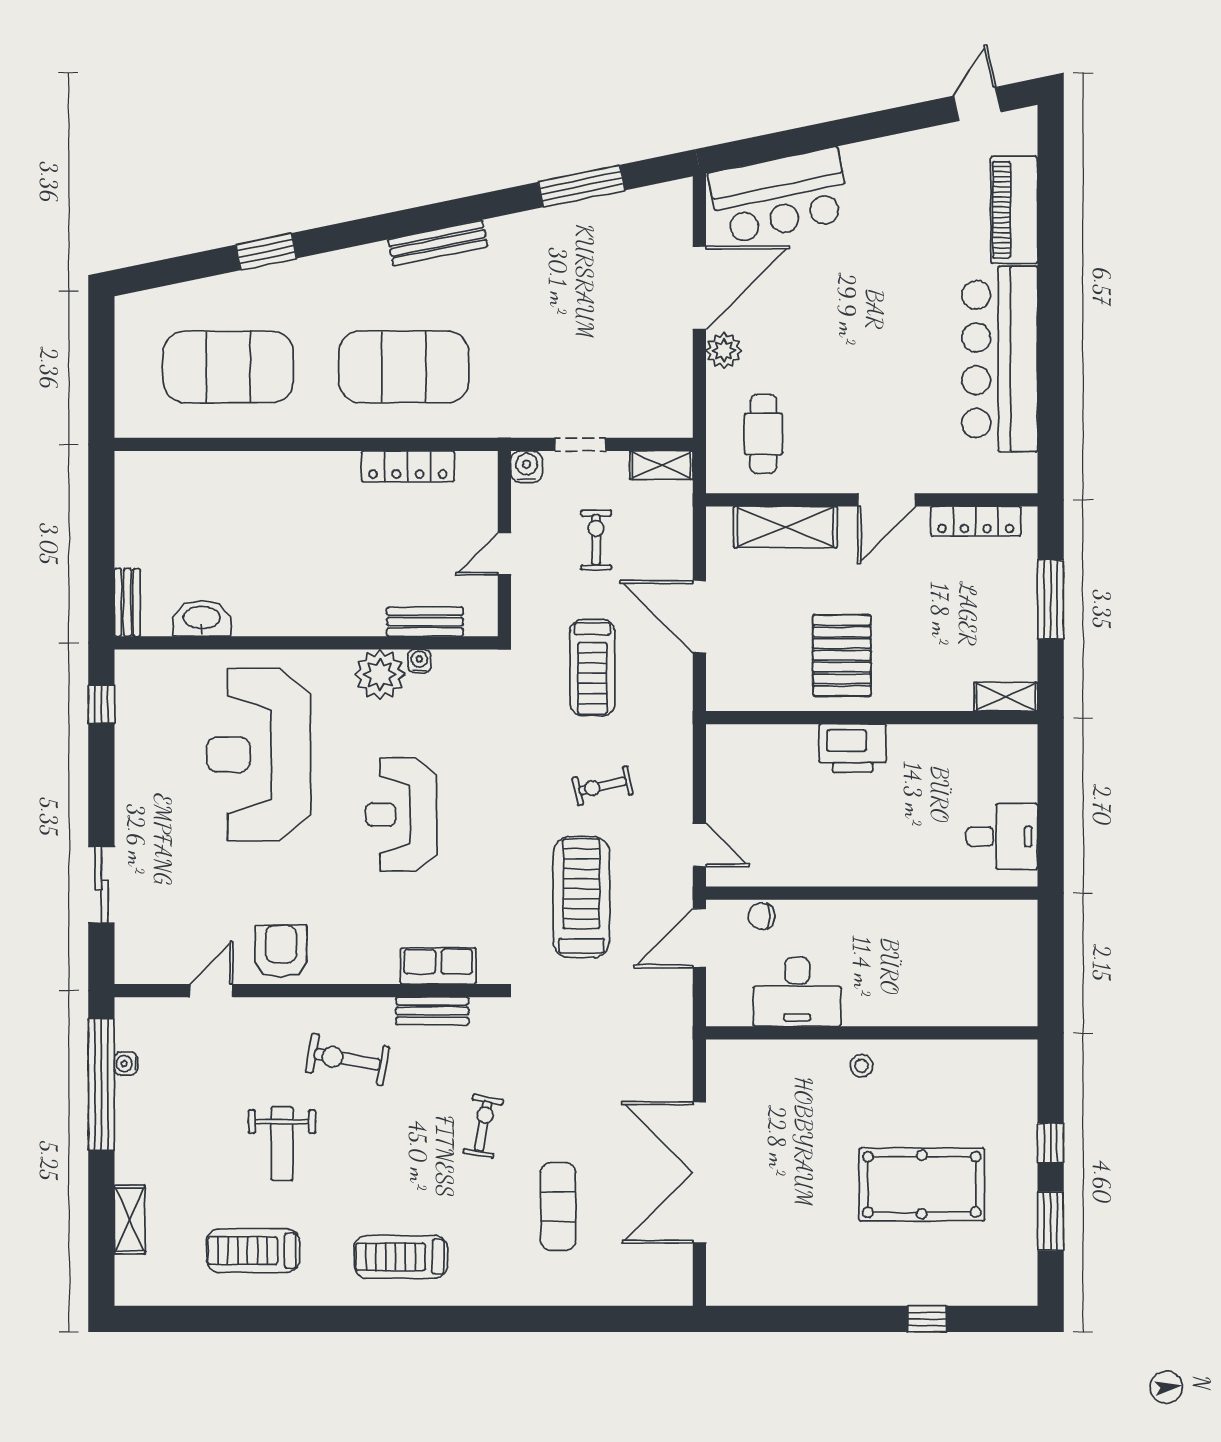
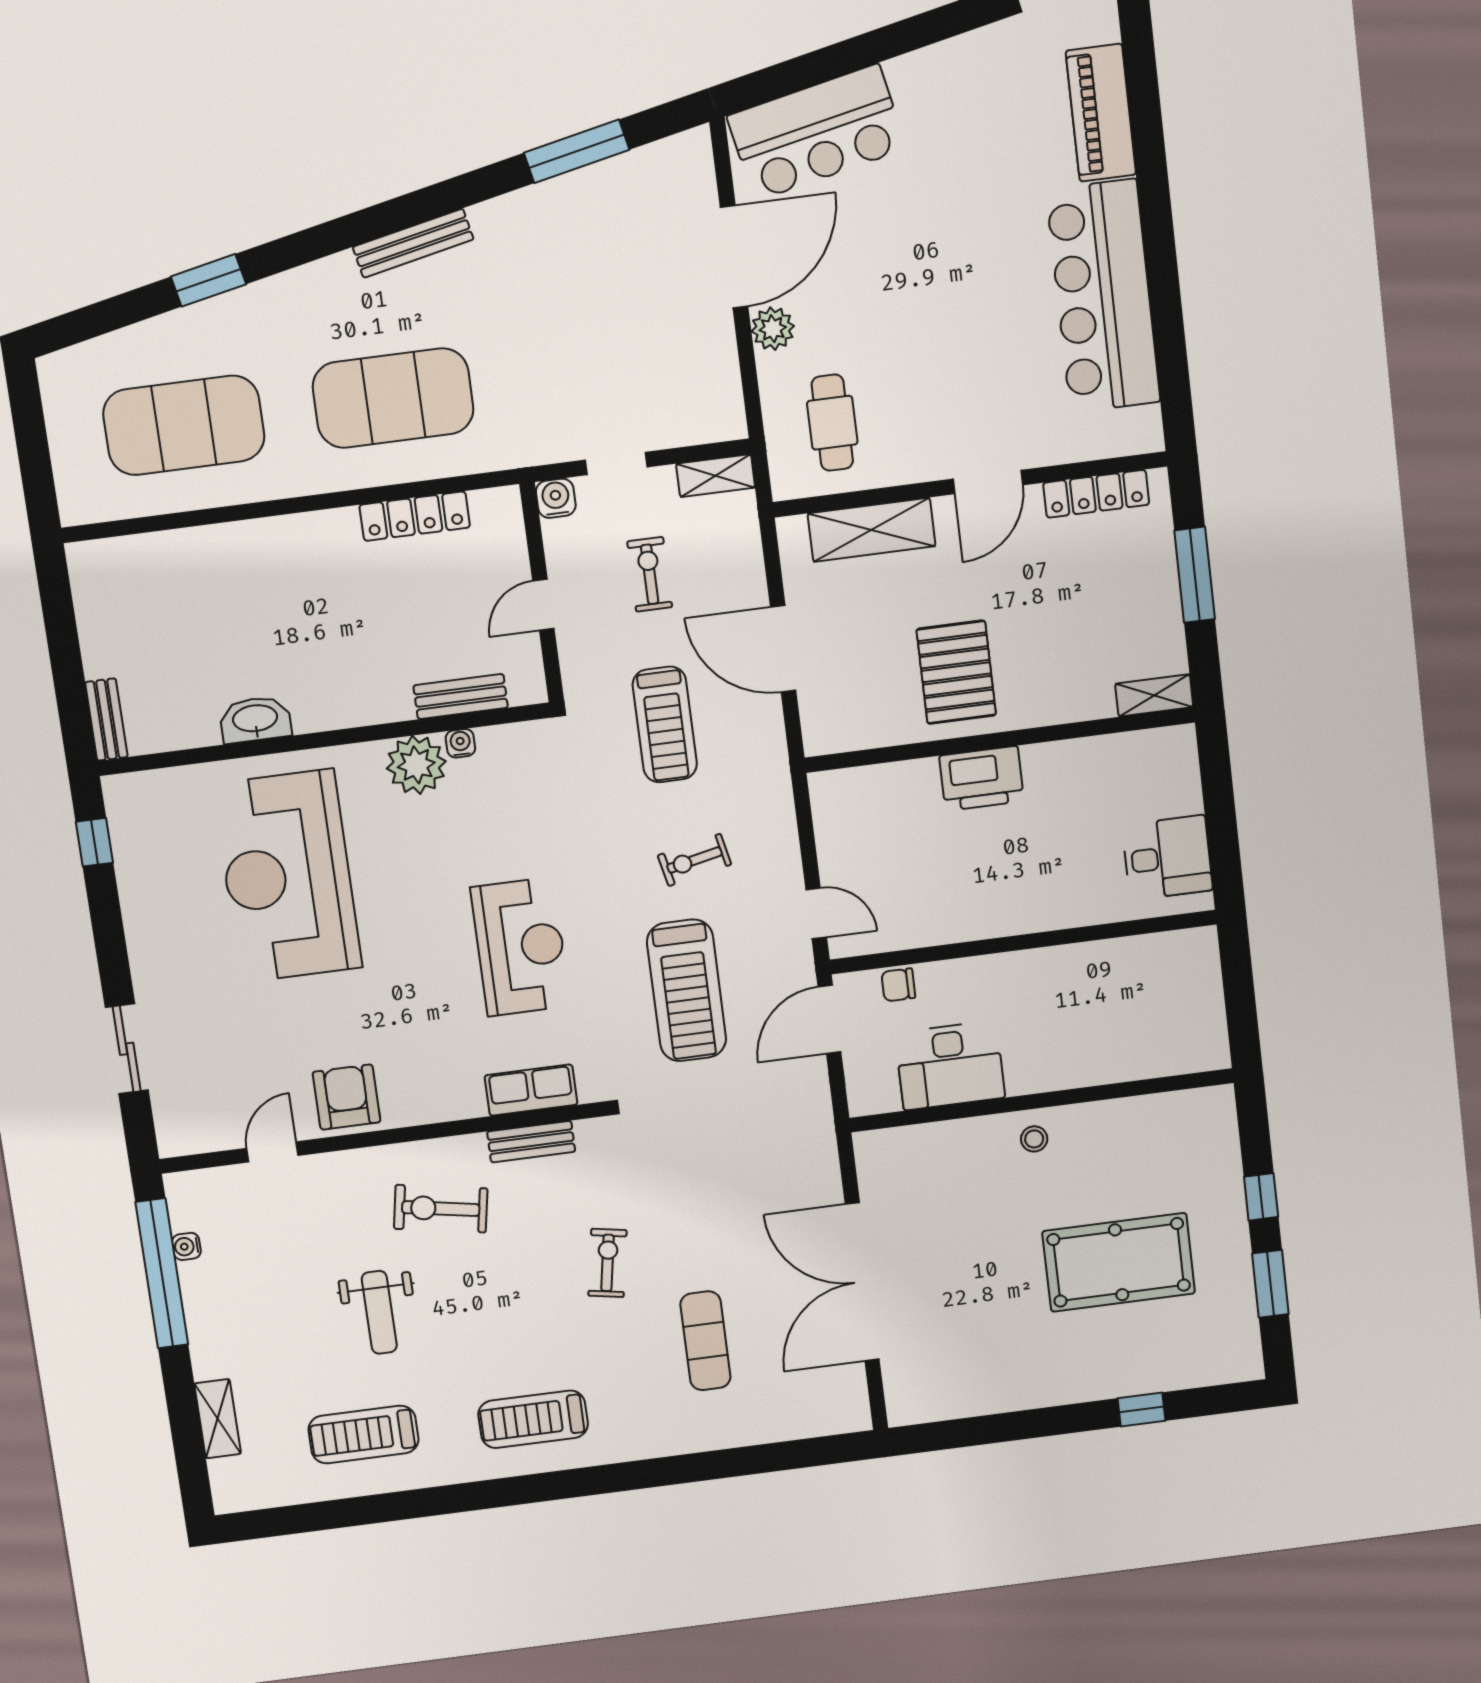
washbasin: (202, 619) -> (255, 719), moved
reception desk: (401, 814) -> (520, 947), moved, turned 180
treadmill: (581, 897) -> (687, 990), turned 180

